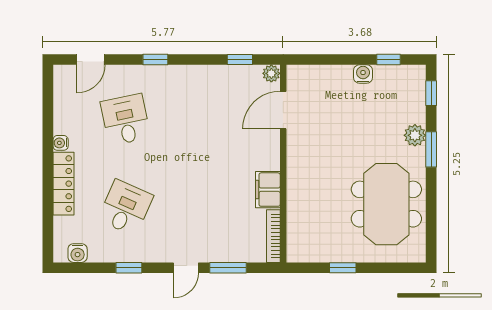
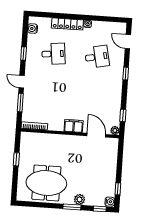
water cooler: (363, 74) -> (110, 202), moved
filing cabinet: (268, 190) -> (74, 126), moved
desk: (125, 208) -> (53, 54), turned -30

